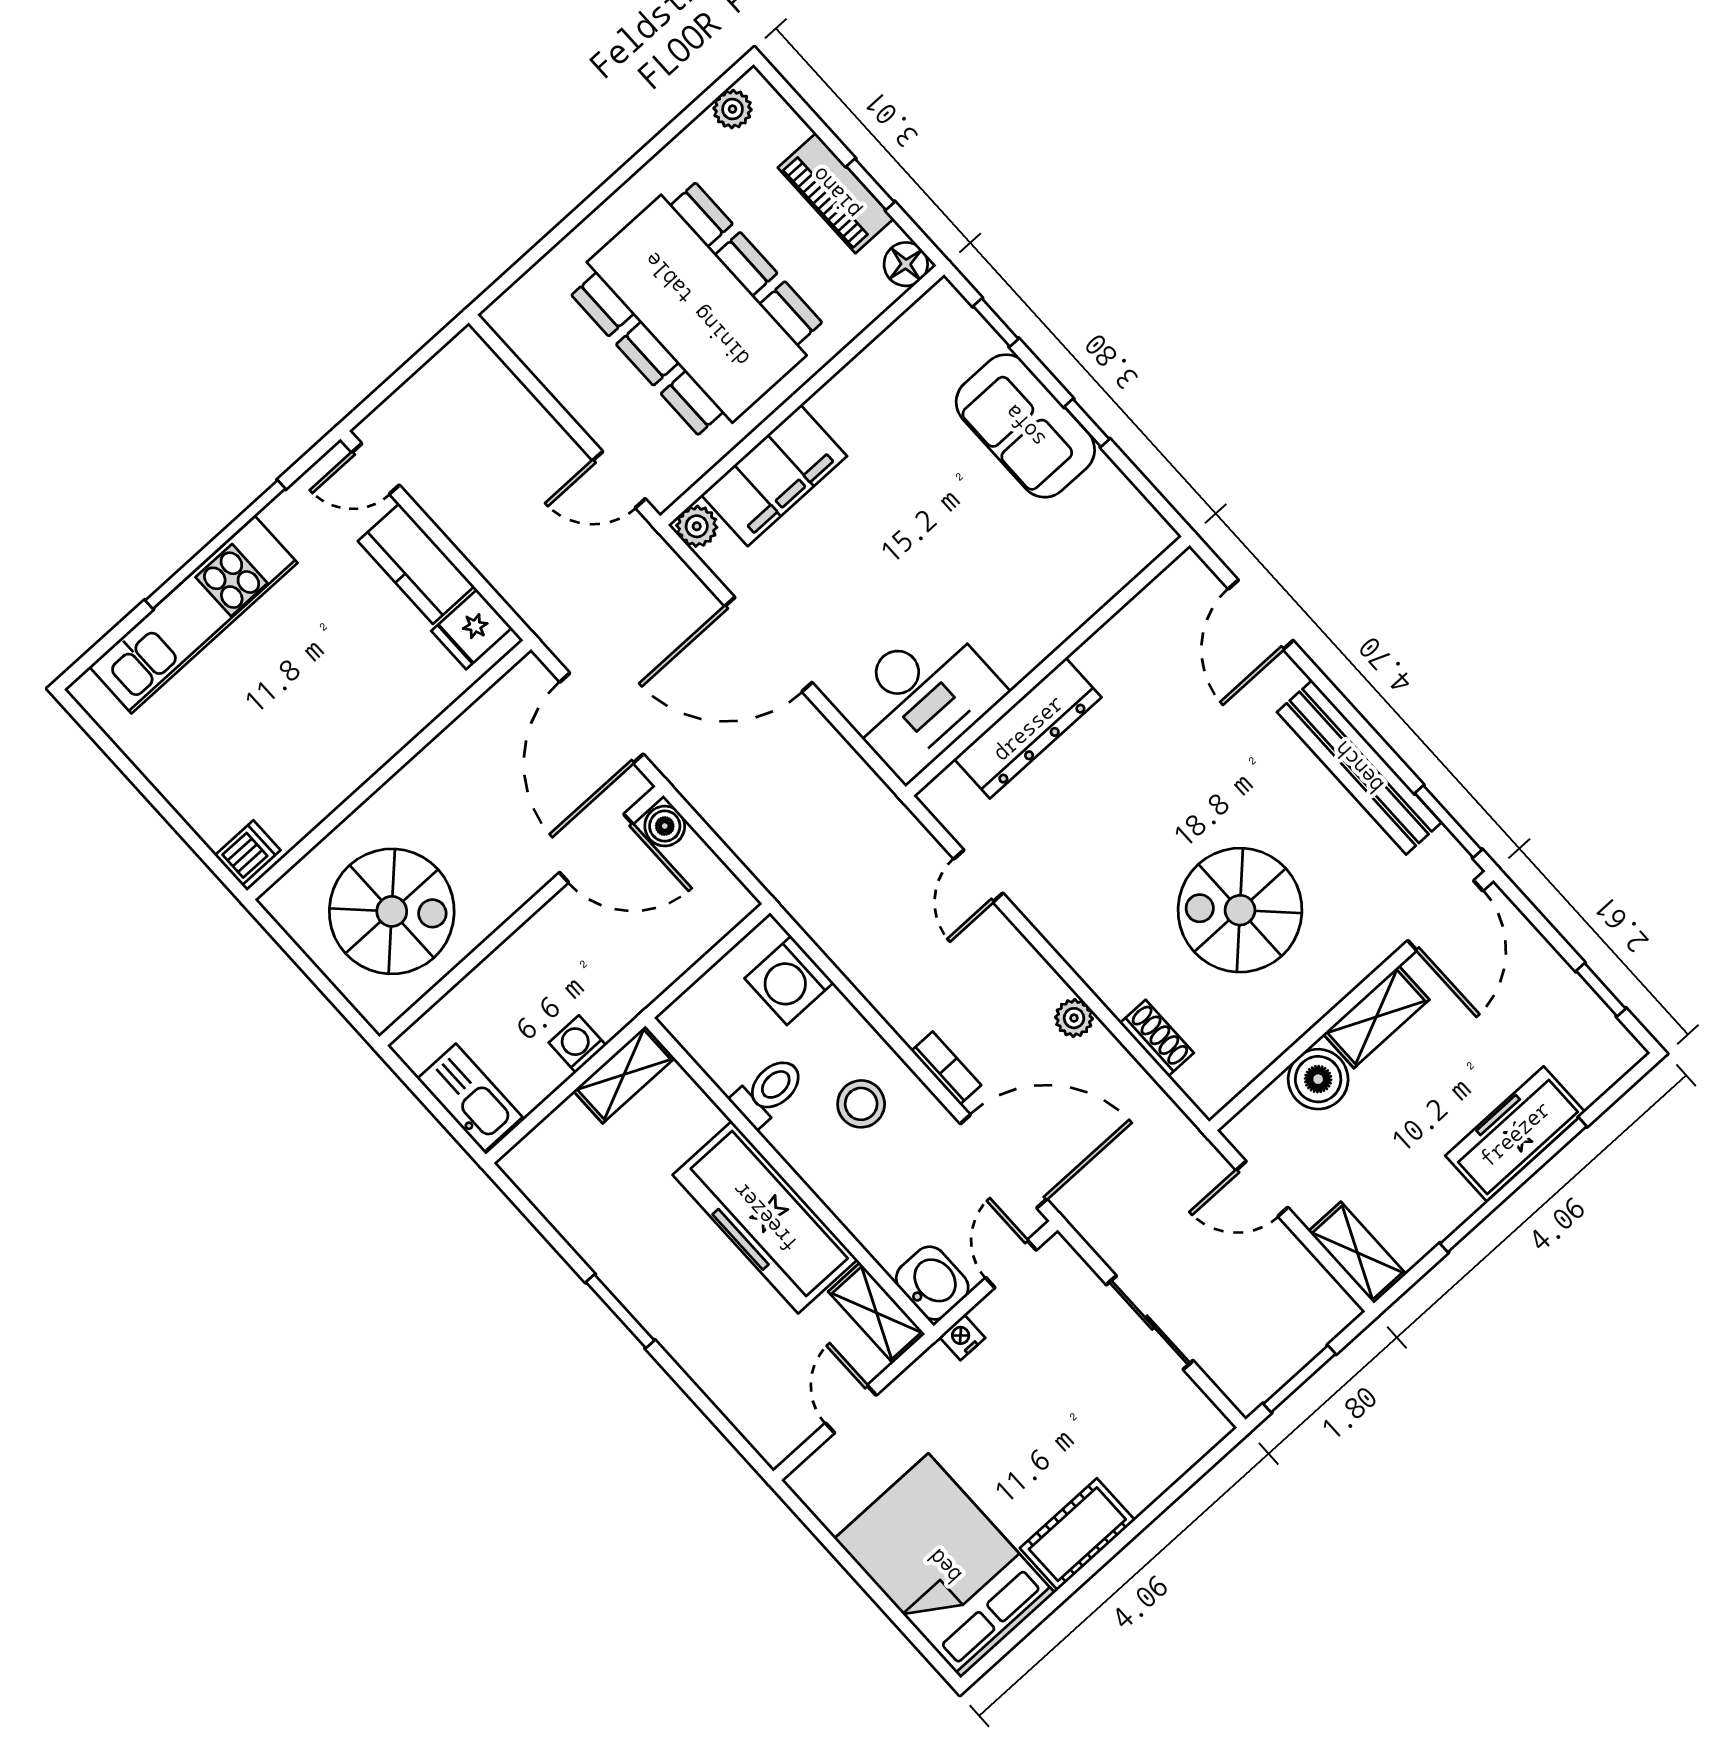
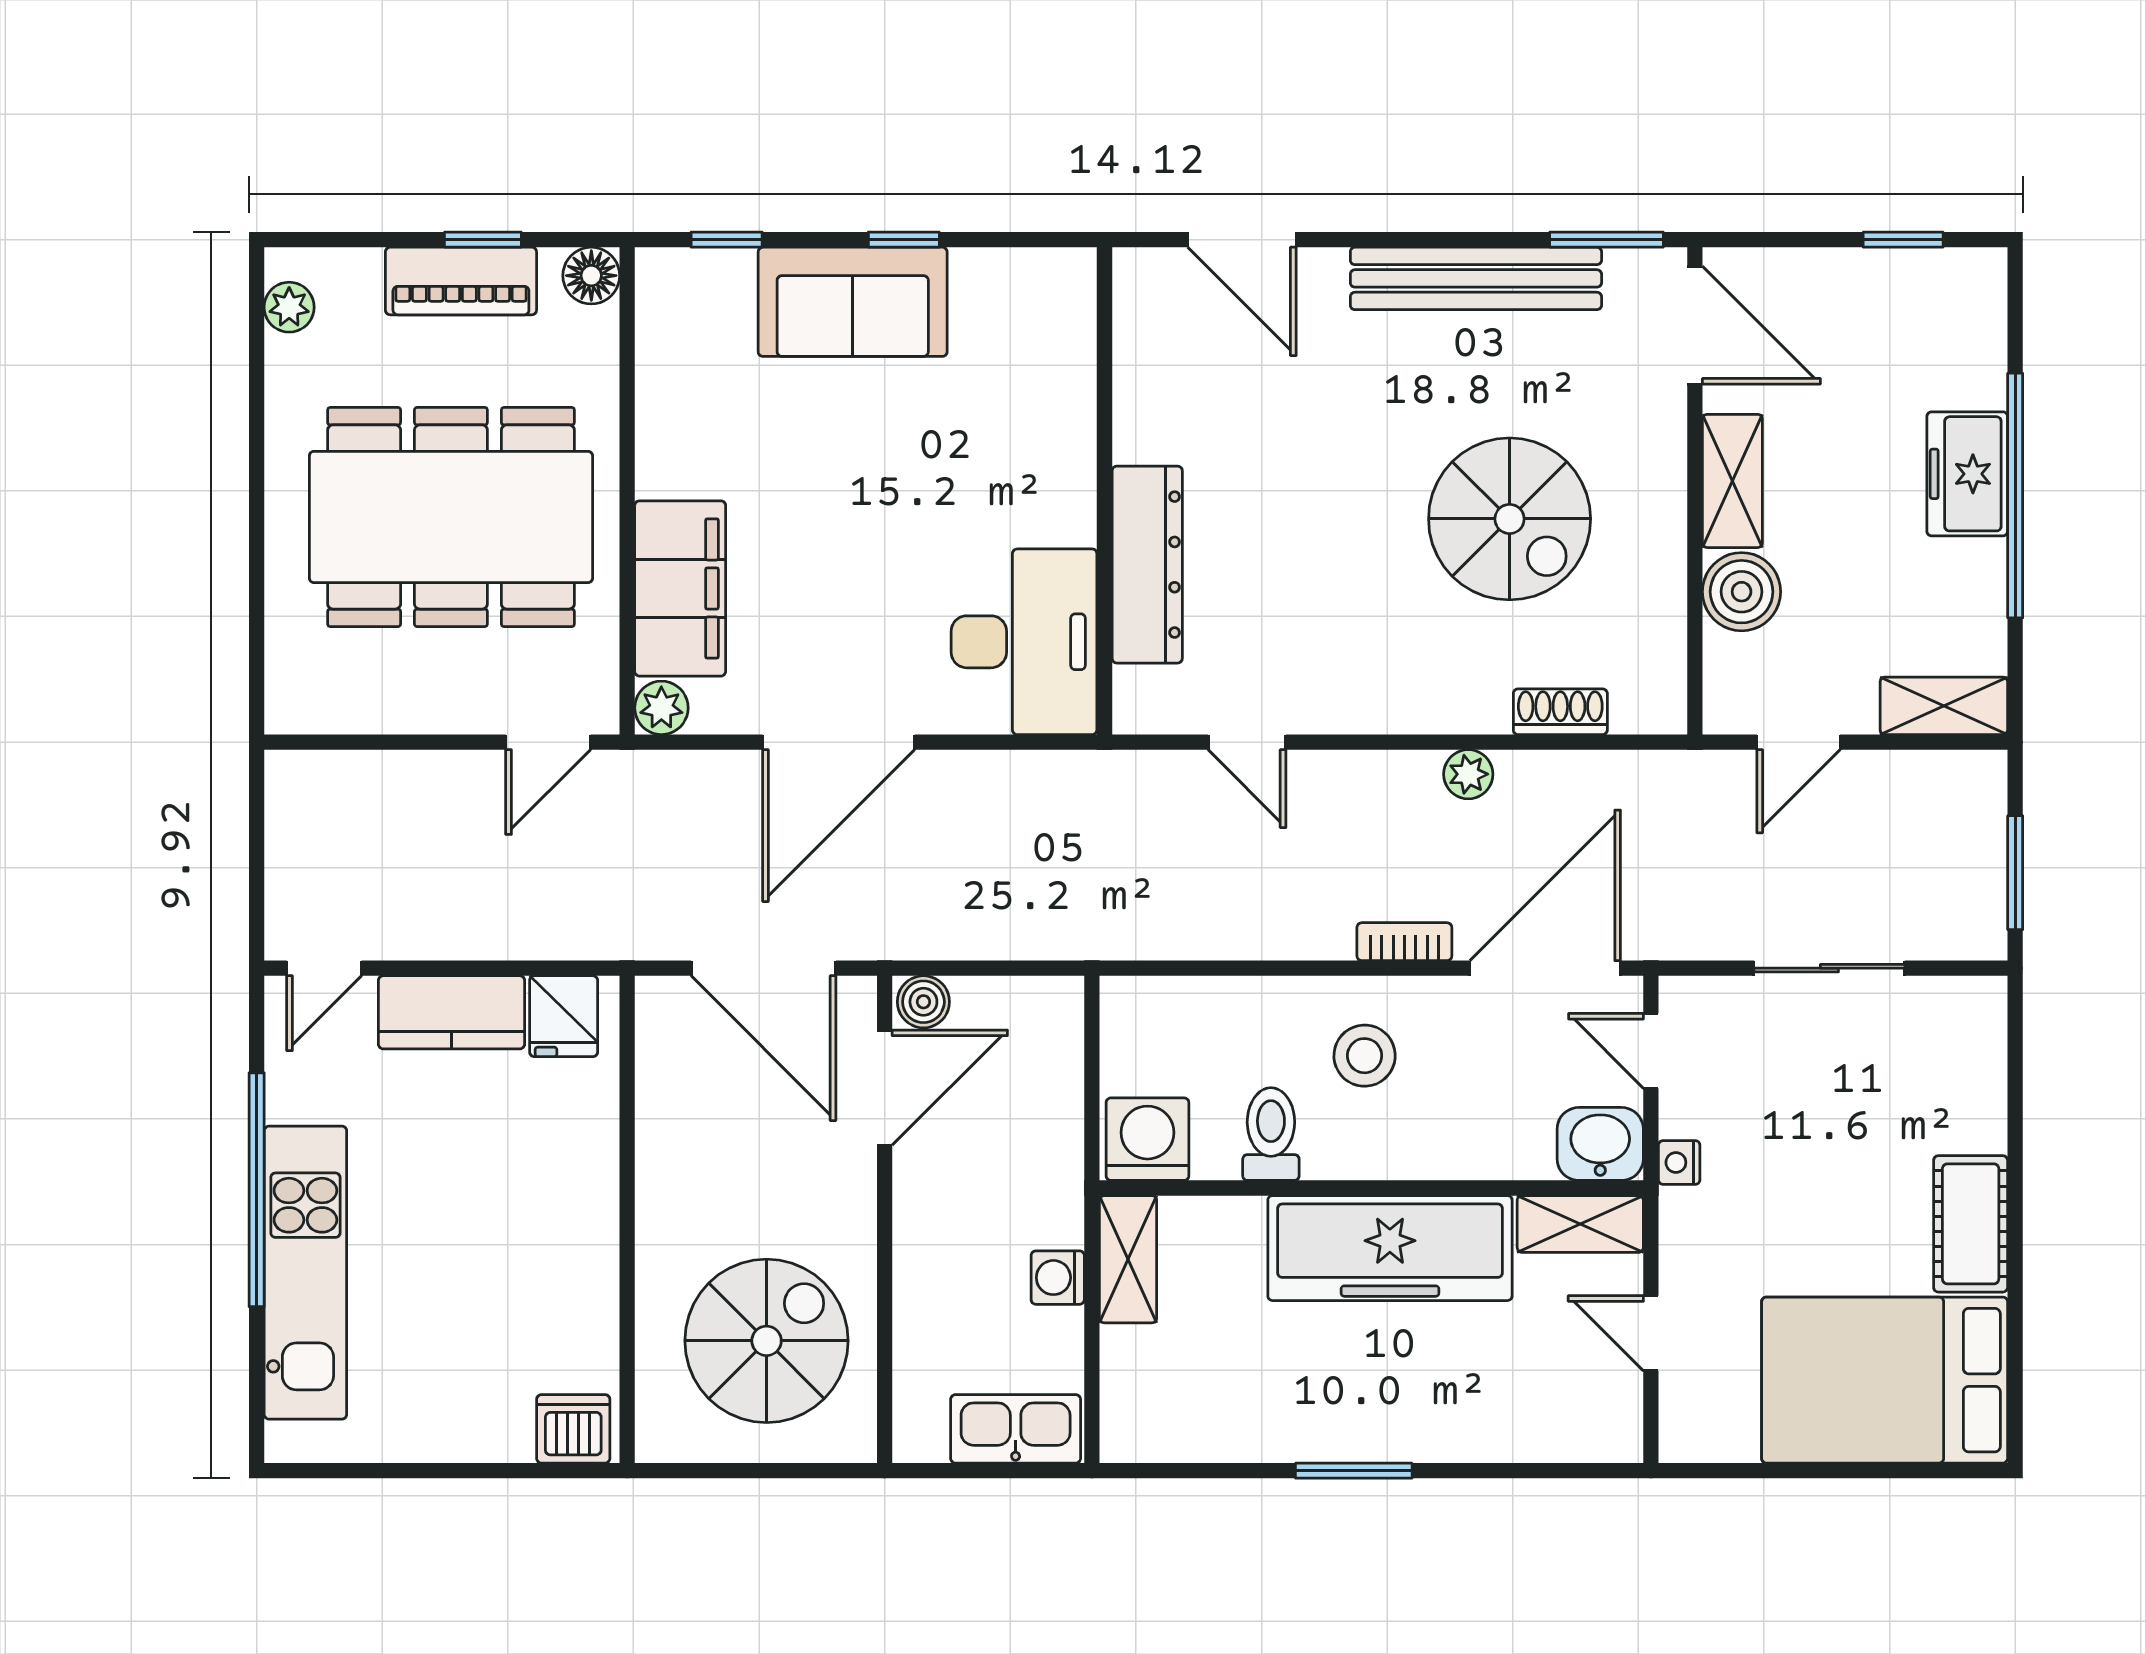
dishwasher: (248, 853) -> (573, 1429), width x1.38
spiral stairs: (1240, 910) -> (1510, 519), turned -90
washing machine: (789, 980) -> (1147, 1139), moved, turned 180
freezer: (1515, 1134) -> (1967, 474), width x0.71

